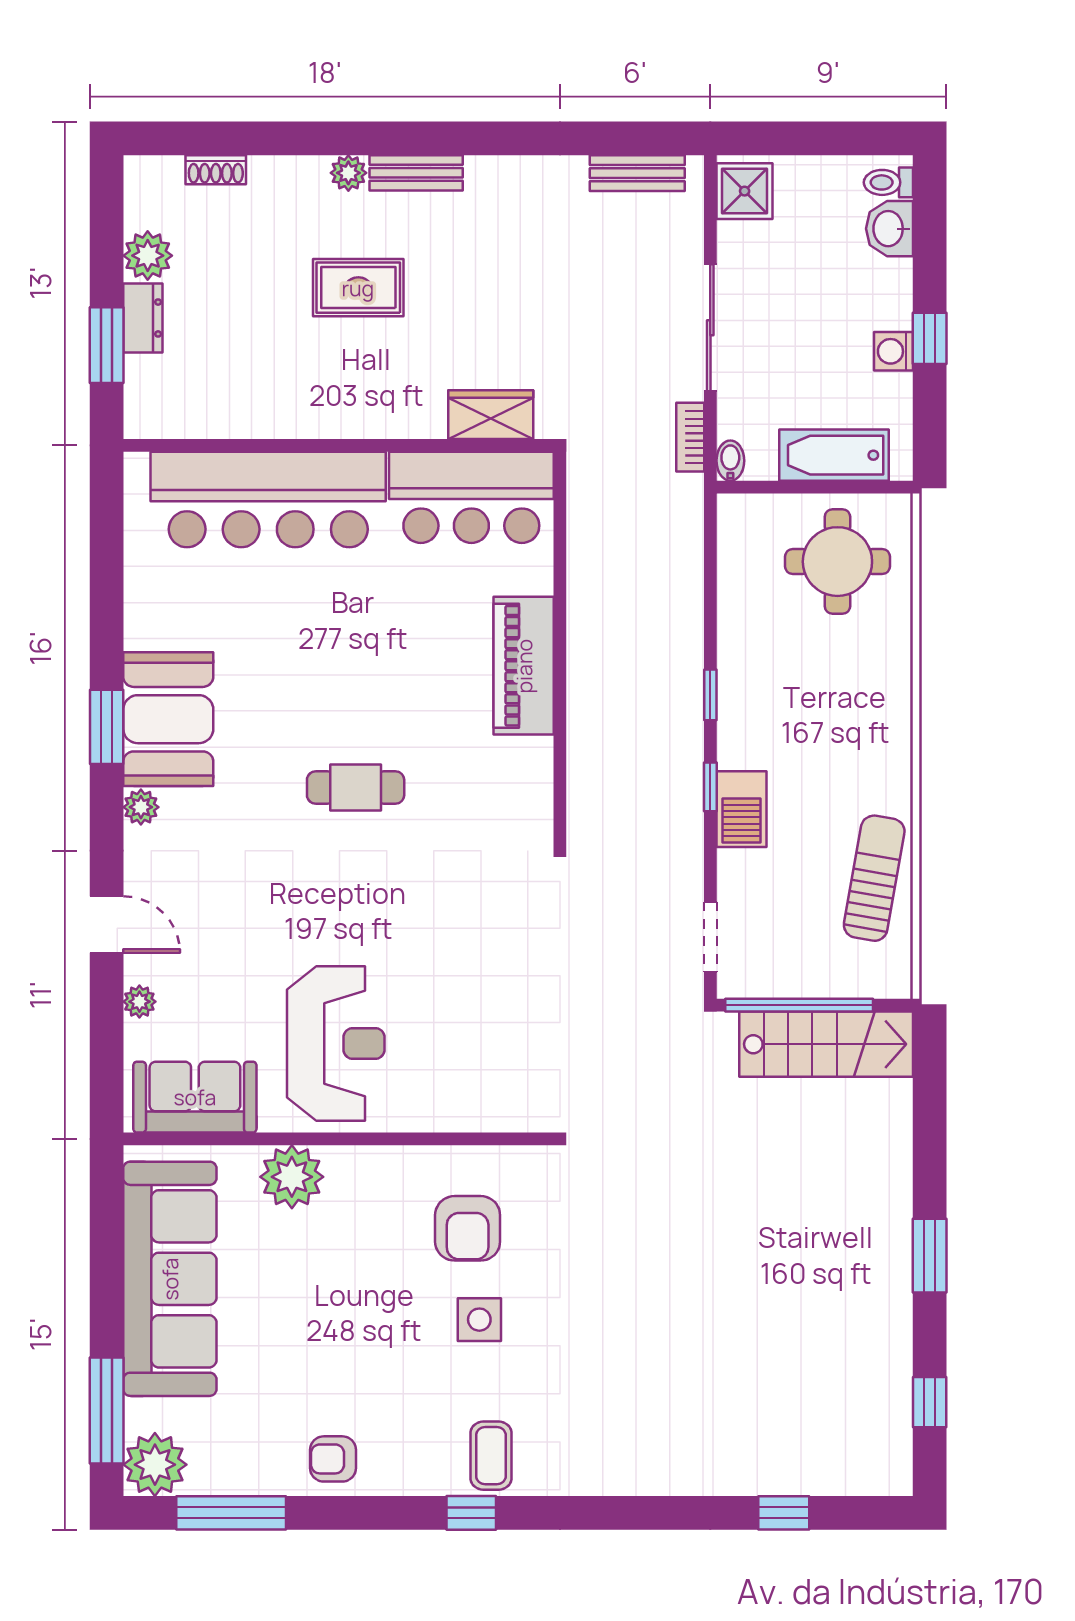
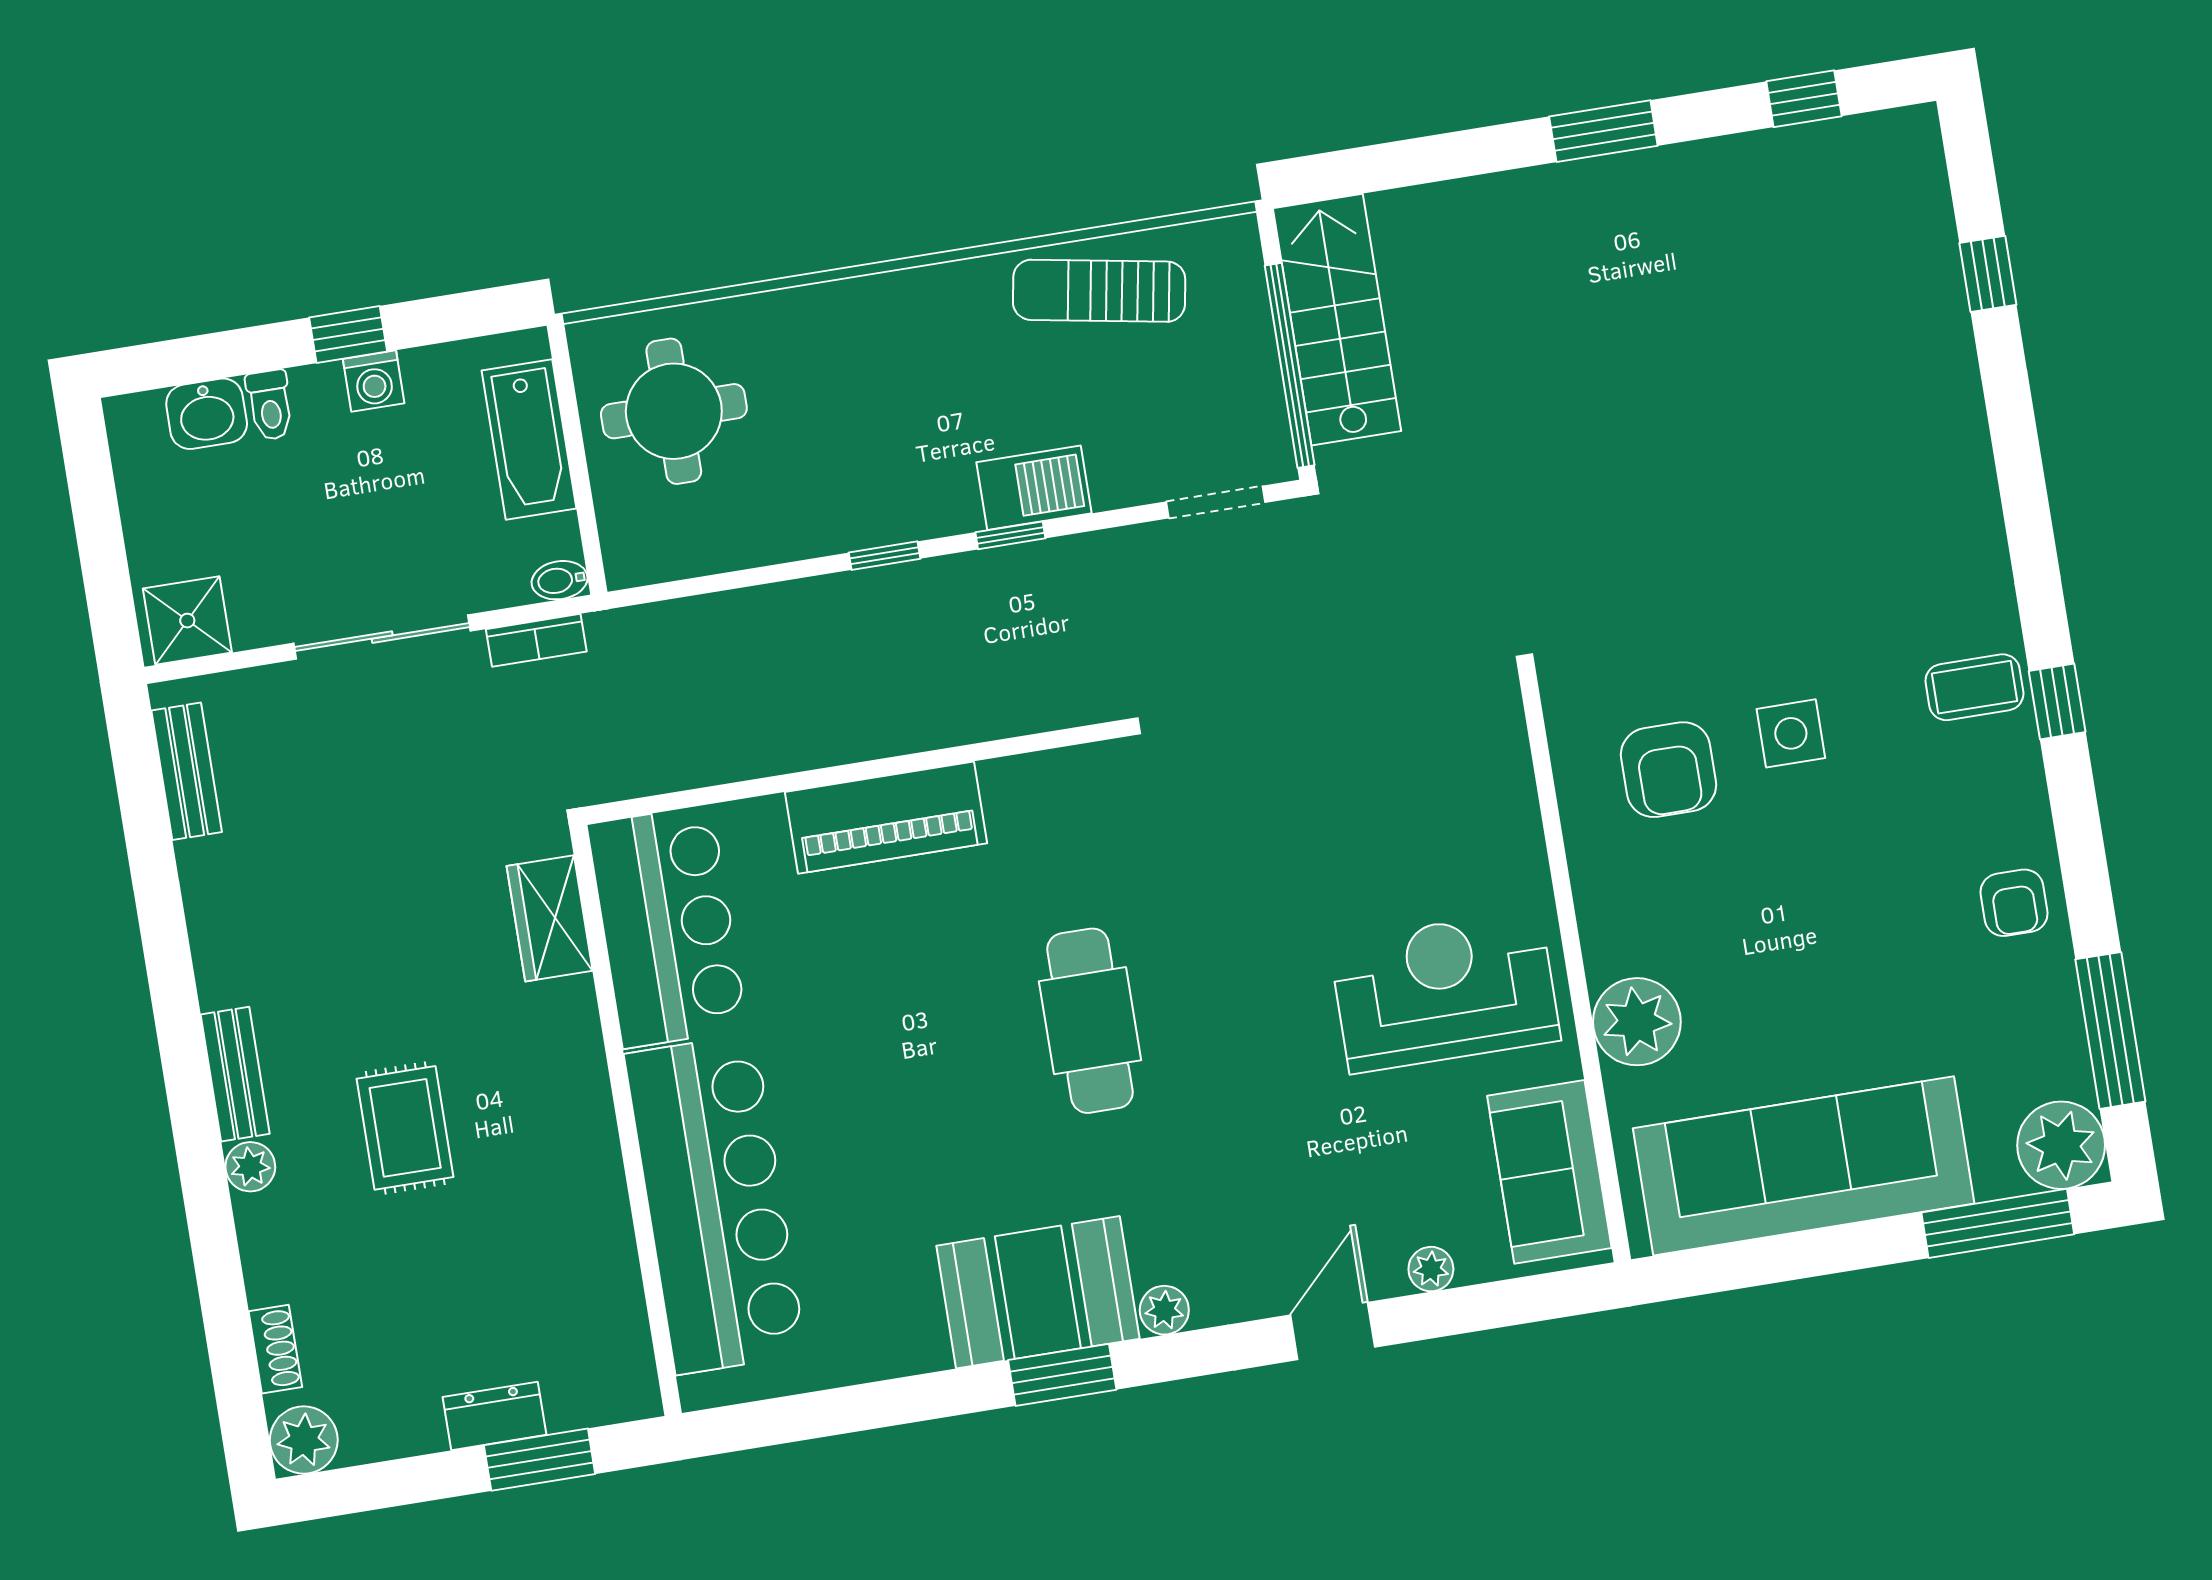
toilet: (888, 182) -> (270, 405), moved
plant: (148, 256) -> (304, 1440), moved
cafe table: (356, 787) -> (1090, 1021), width x1.37, depth x1.35
armchair: (468, 1228) -> (1669, 770), turned 90

